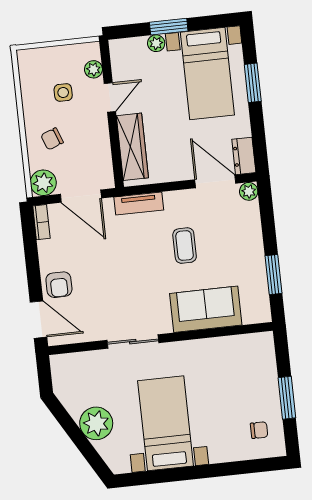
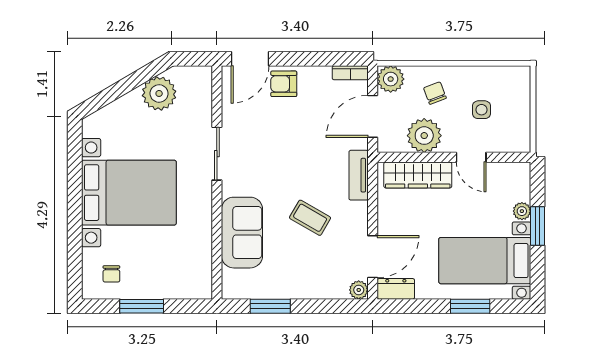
plant: (93, 69) -> (424, 136), moved, width x1.88, depth x1.88
coffee table: (185, 246) -> (310, 218), turned 30
plant: (96, 423) -> (159, 93), moved
bed with nightstands: (166, 423) -> (129, 193), width x1.36

